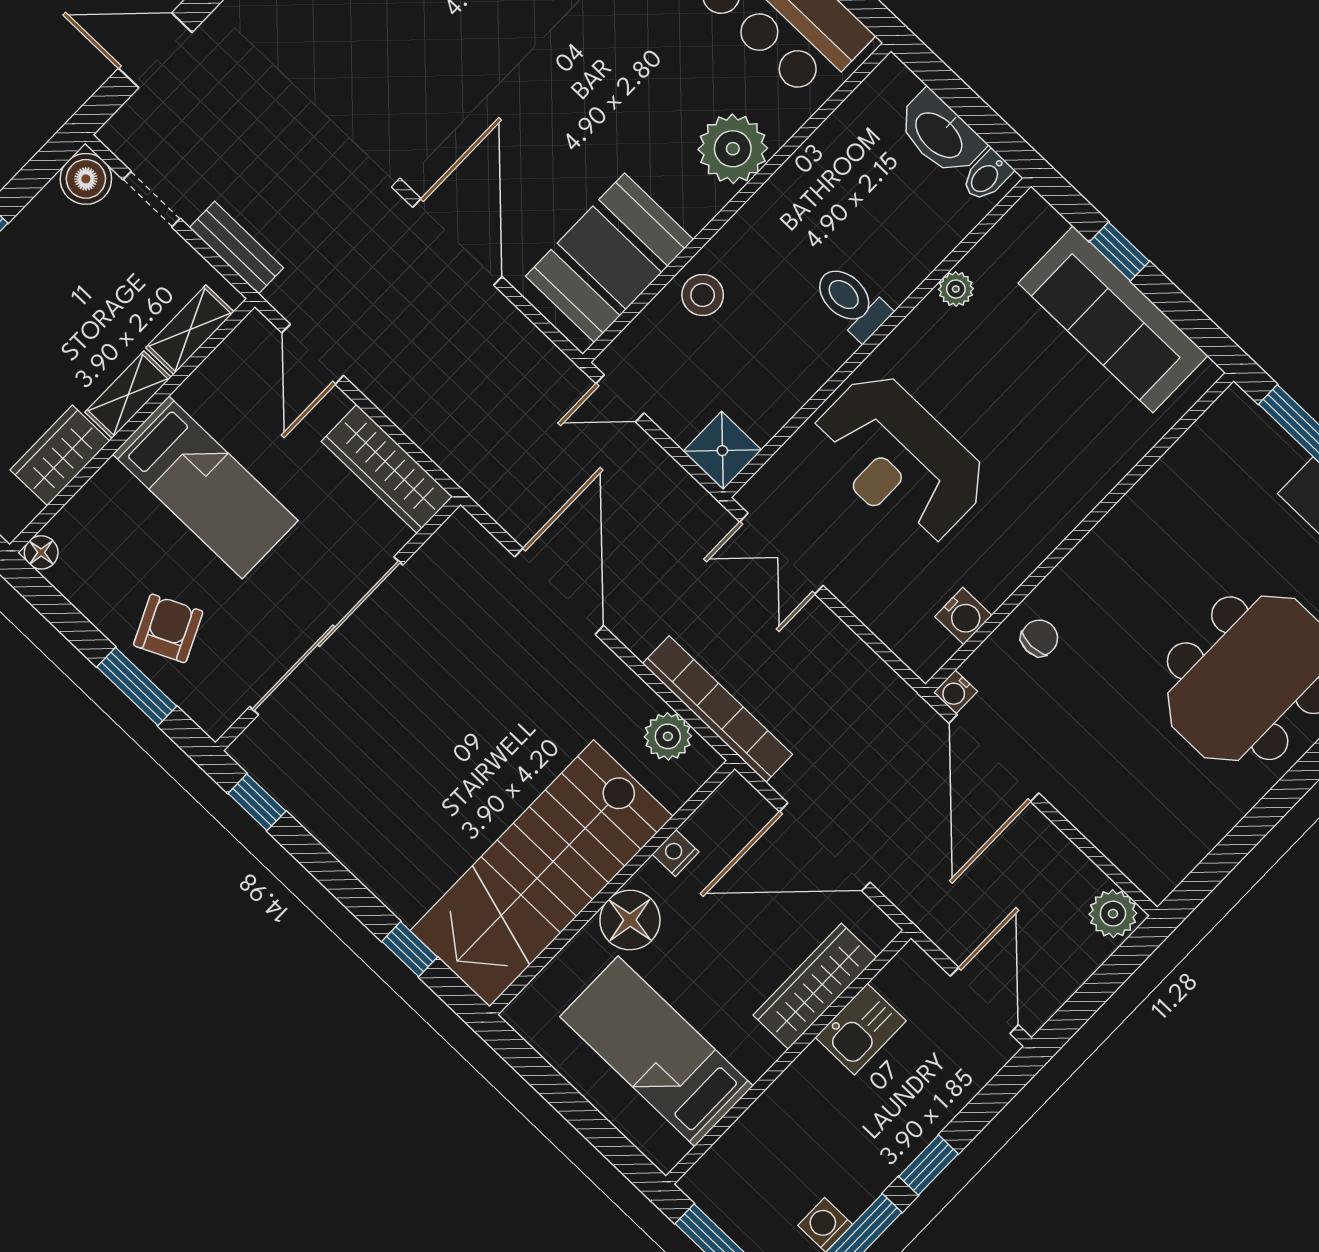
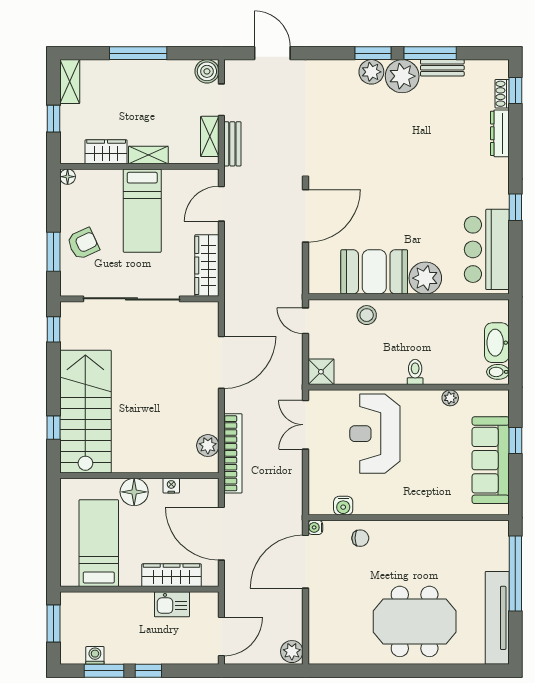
booth: (610, 258) -> (374, 272), moved
toilet: (851, 302) -> (415, 372), width x0.73, depth x0.72
shelving: (190, 330) -> (210, 136), moved, turned 90
stairs: (542, 873) -> (85, 412), moved, turned 90

